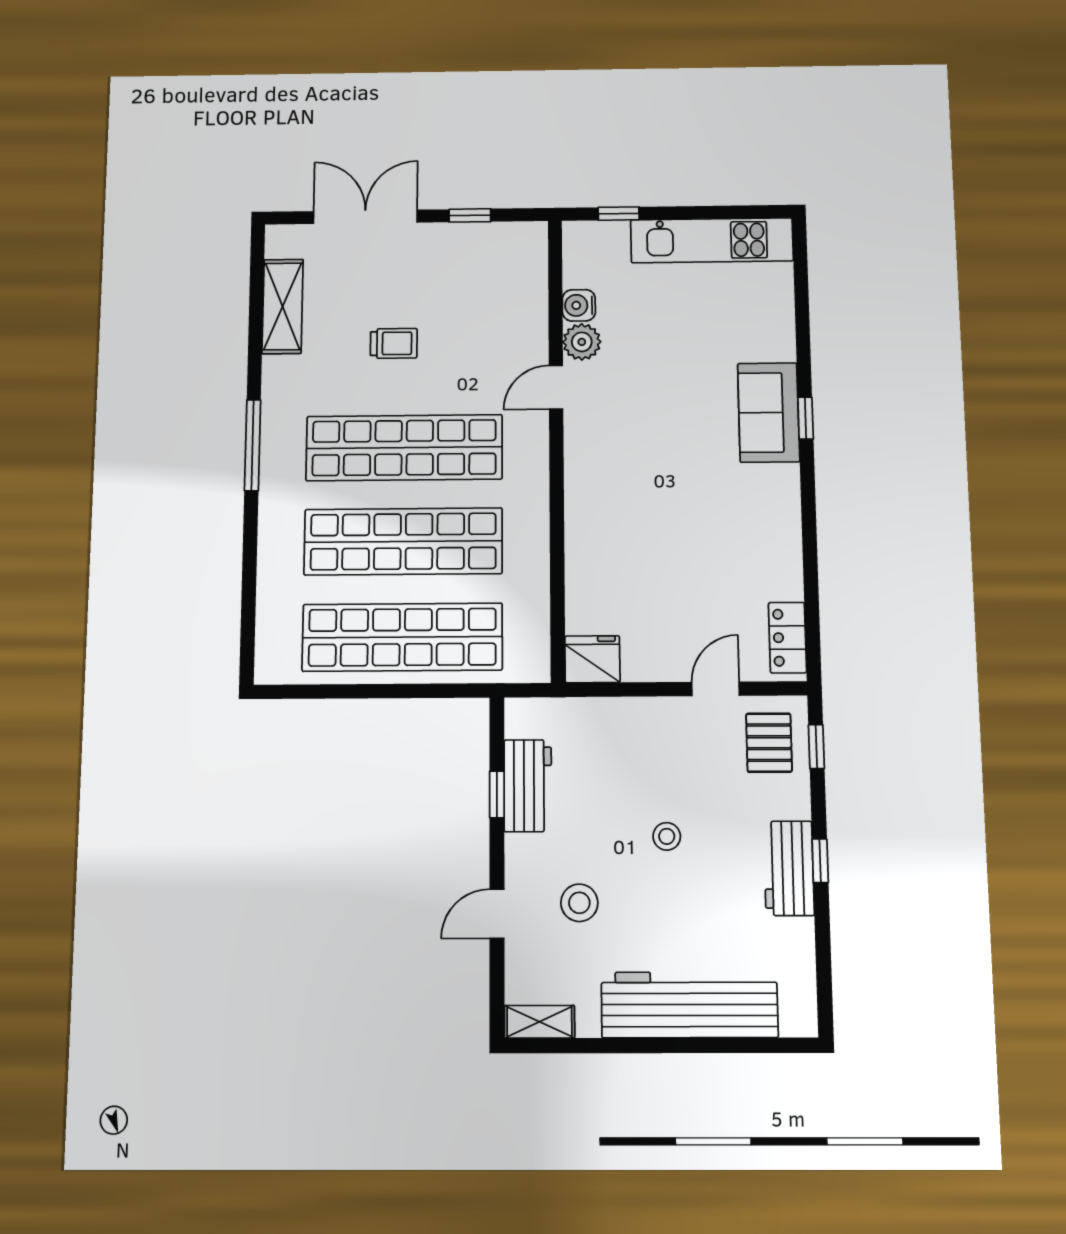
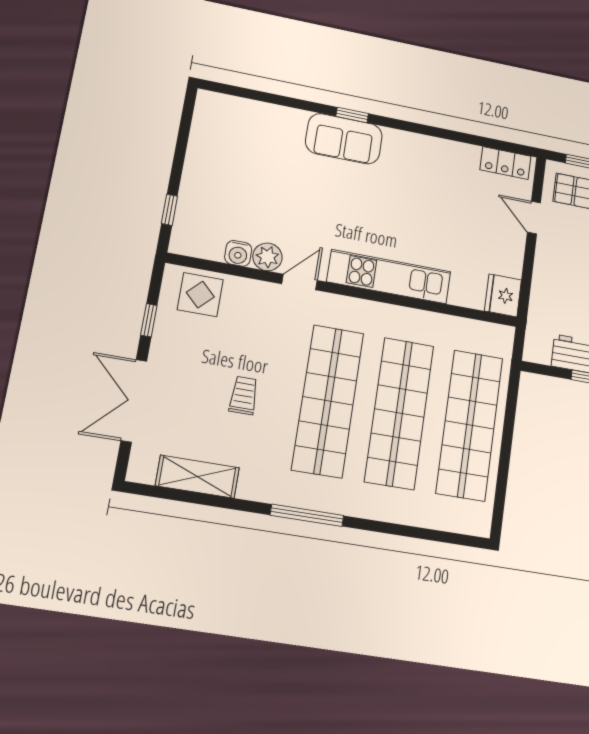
kitchen unit: (712, 240) -> (389, 277), moved, turned -90
display table: (515, 269) -> (200, 295), added
door: (556, 387) -> (300, 282), swing flipped

